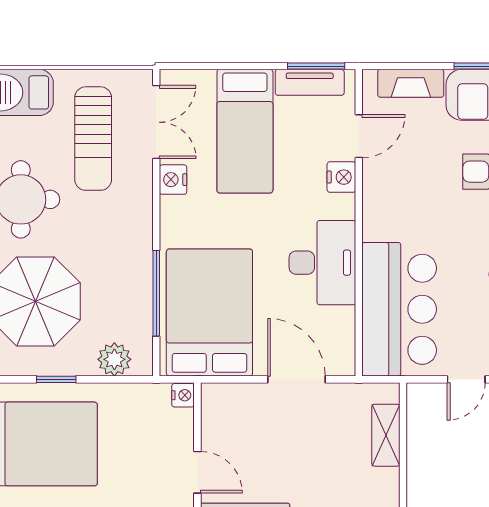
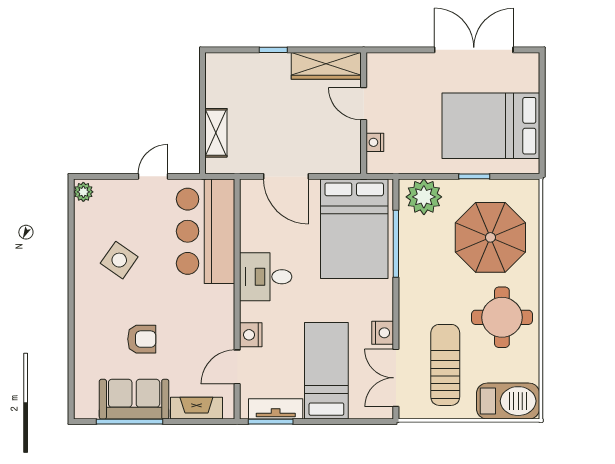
desk: (322, 263) -> (266, 277), width x0.73
plant: (114, 359) -> (424, 197), width x1.36, depth x1.36
nightstand: (183, 395) -> (375, 142), moved

